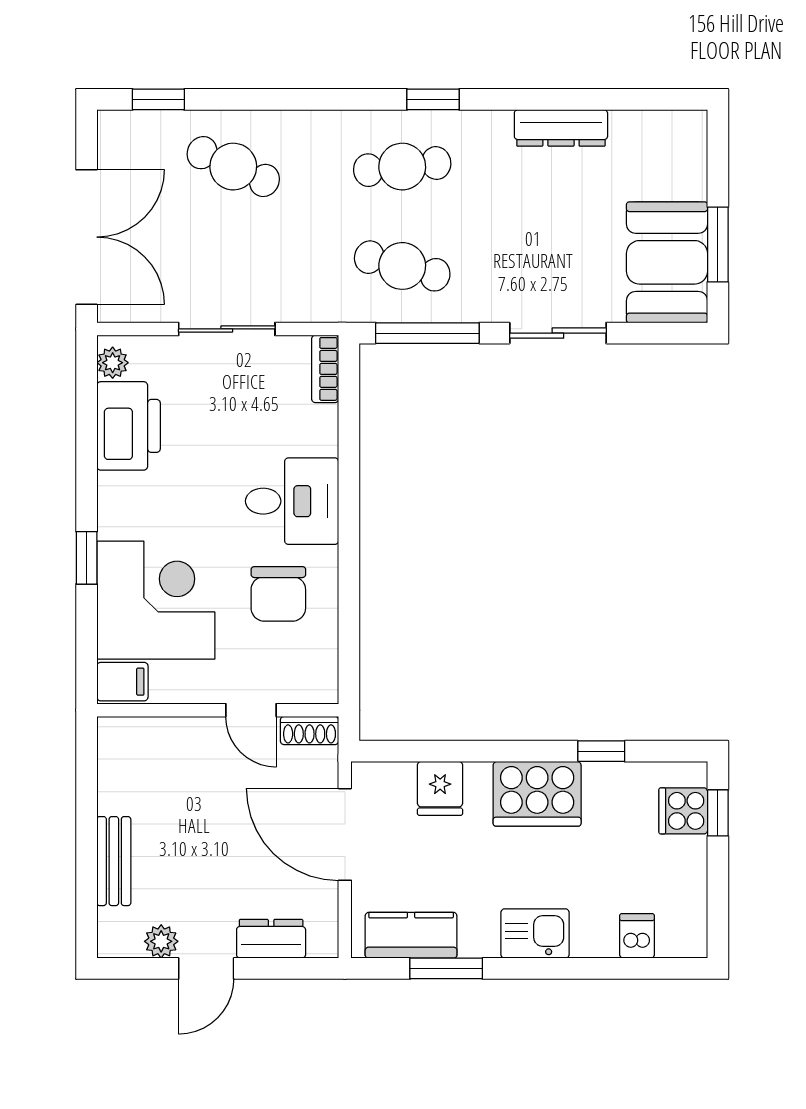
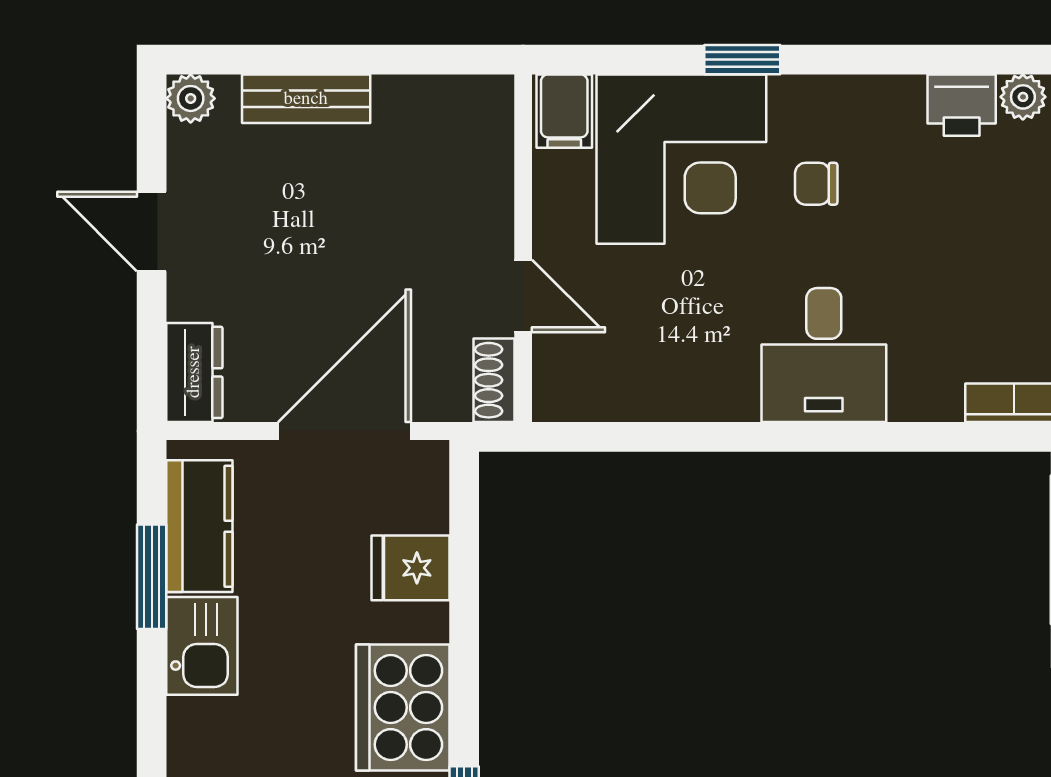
printer: (129, 426) -> (962, 105), width x0.53, depth x0.68
chair: (278, 594) -> (816, 184), moved, width x0.54, depth x0.54
door: (251, 710) -> (523, 296), swing flipped
kitchen sink: (535, 933) -> (202, 646), moved
dresser: (271, 939) -> (194, 372), moved
plant: (161, 941) -> (191, 98), moved

